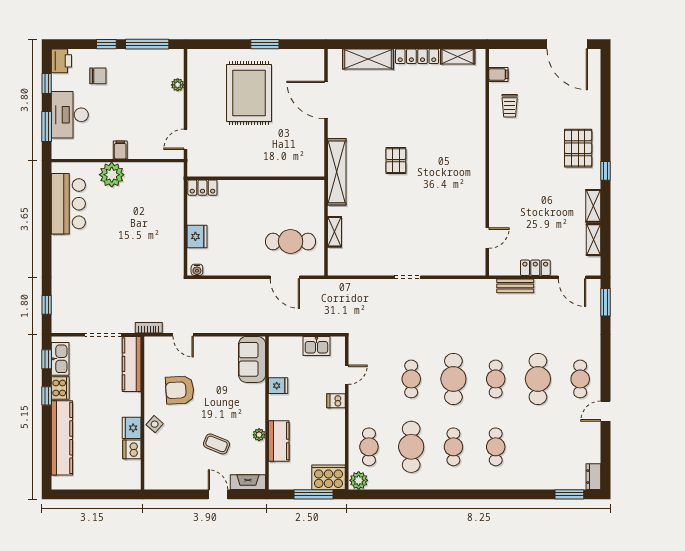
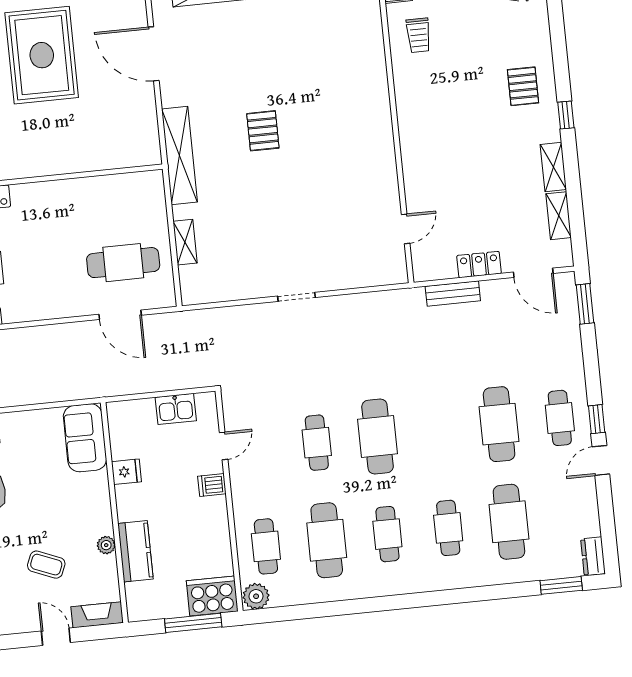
pallet: (578, 148) -> (523, 86), width x0.67, depth x0.71
cafe table: (496, 379) -> (509, 522), moved, width x1.37, depth x1.35
window: (605, 382) -> (597, 419), added

